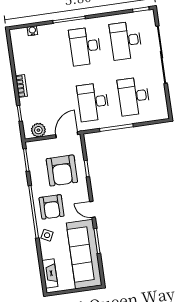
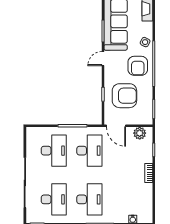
door: (67, 135) -> (116, 126), hinge flipped
armchair: (62, 170) -> (124, 96), turned 90
armchair: (52, 207) -> (138, 66), turned 180
door: (93, 209) -> (103, 59), swing flipped

